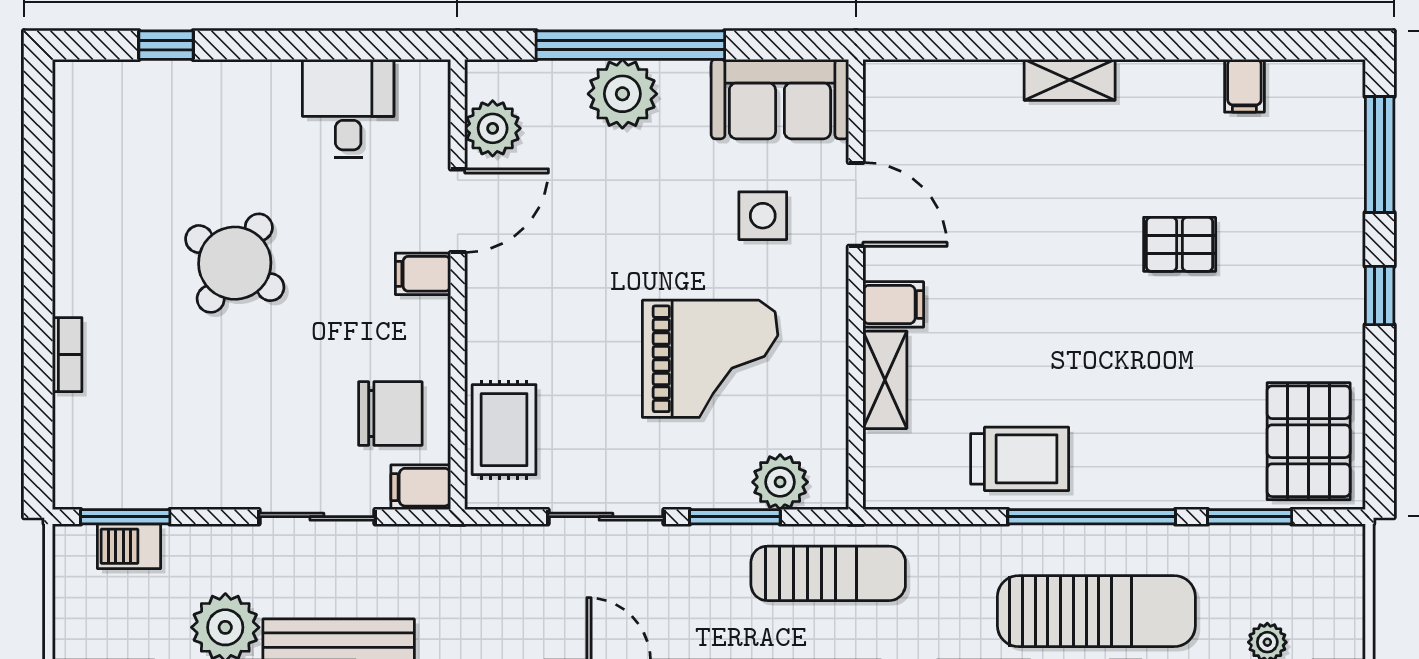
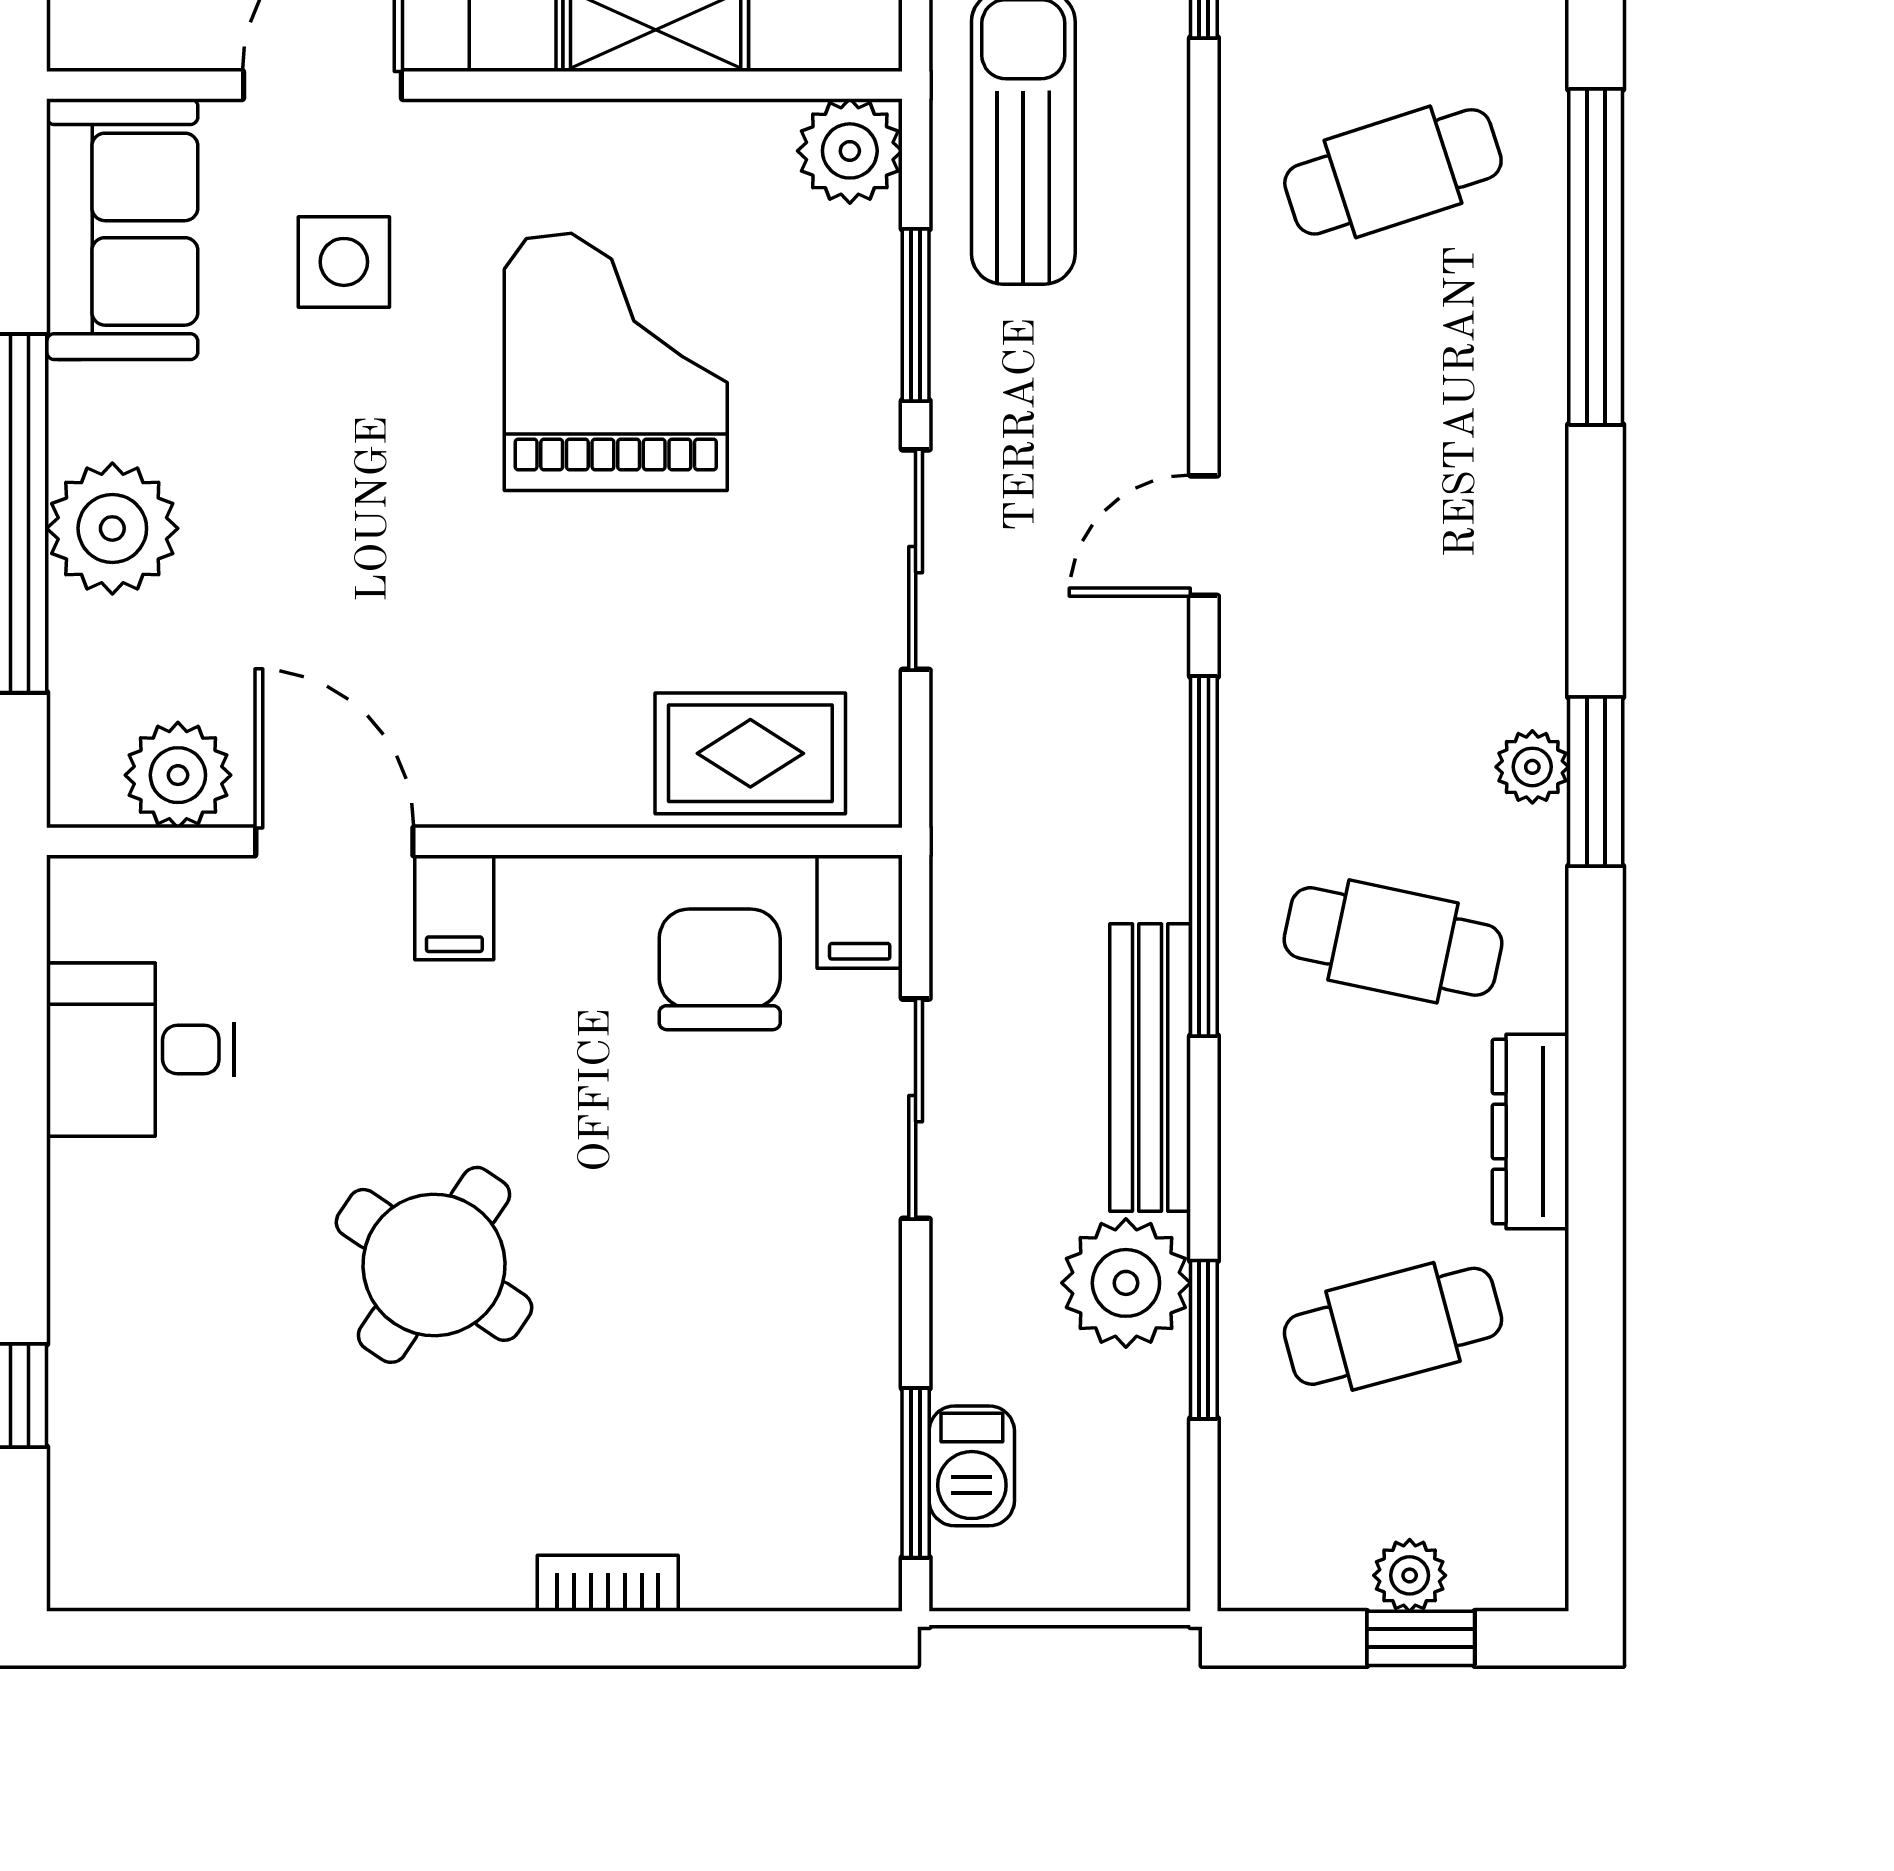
plant: (780, 482) -> (850, 151), moved

